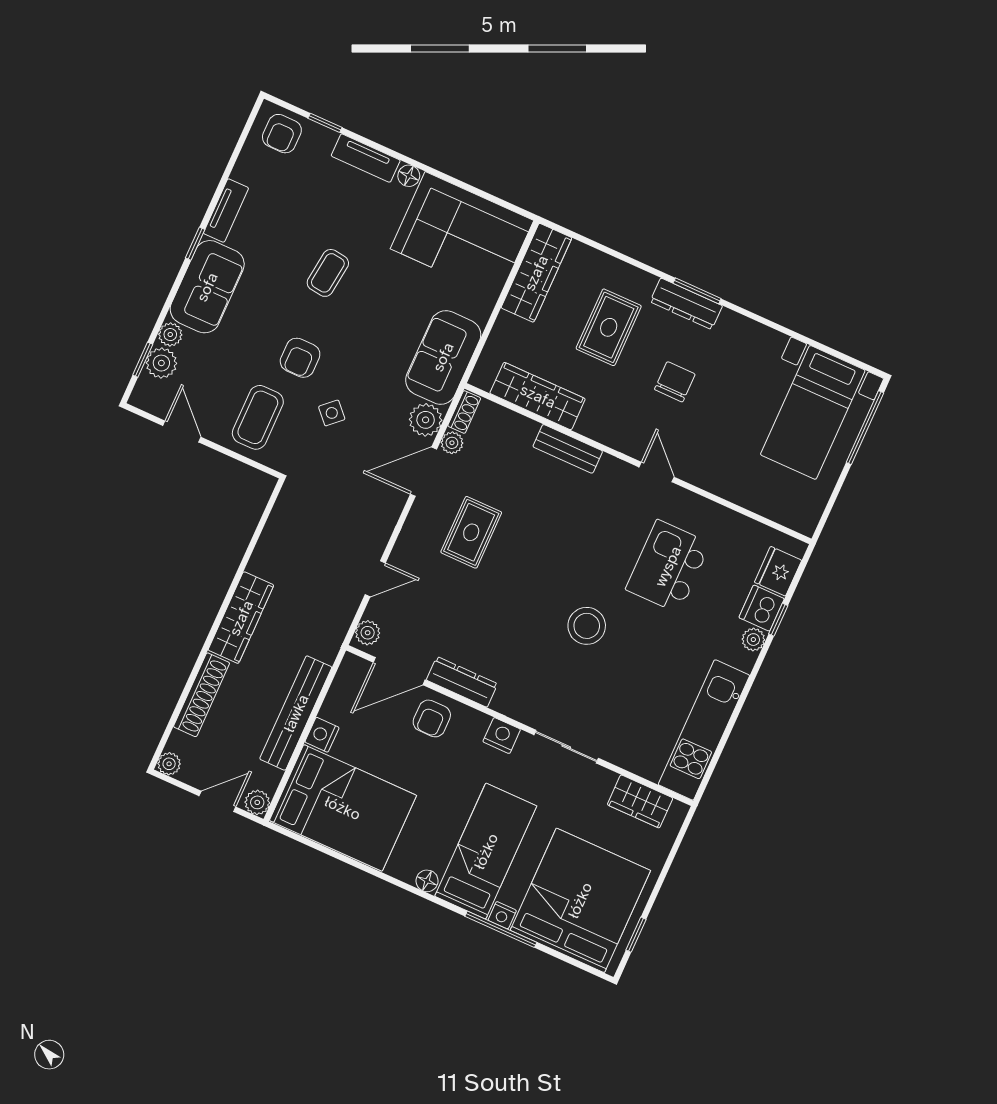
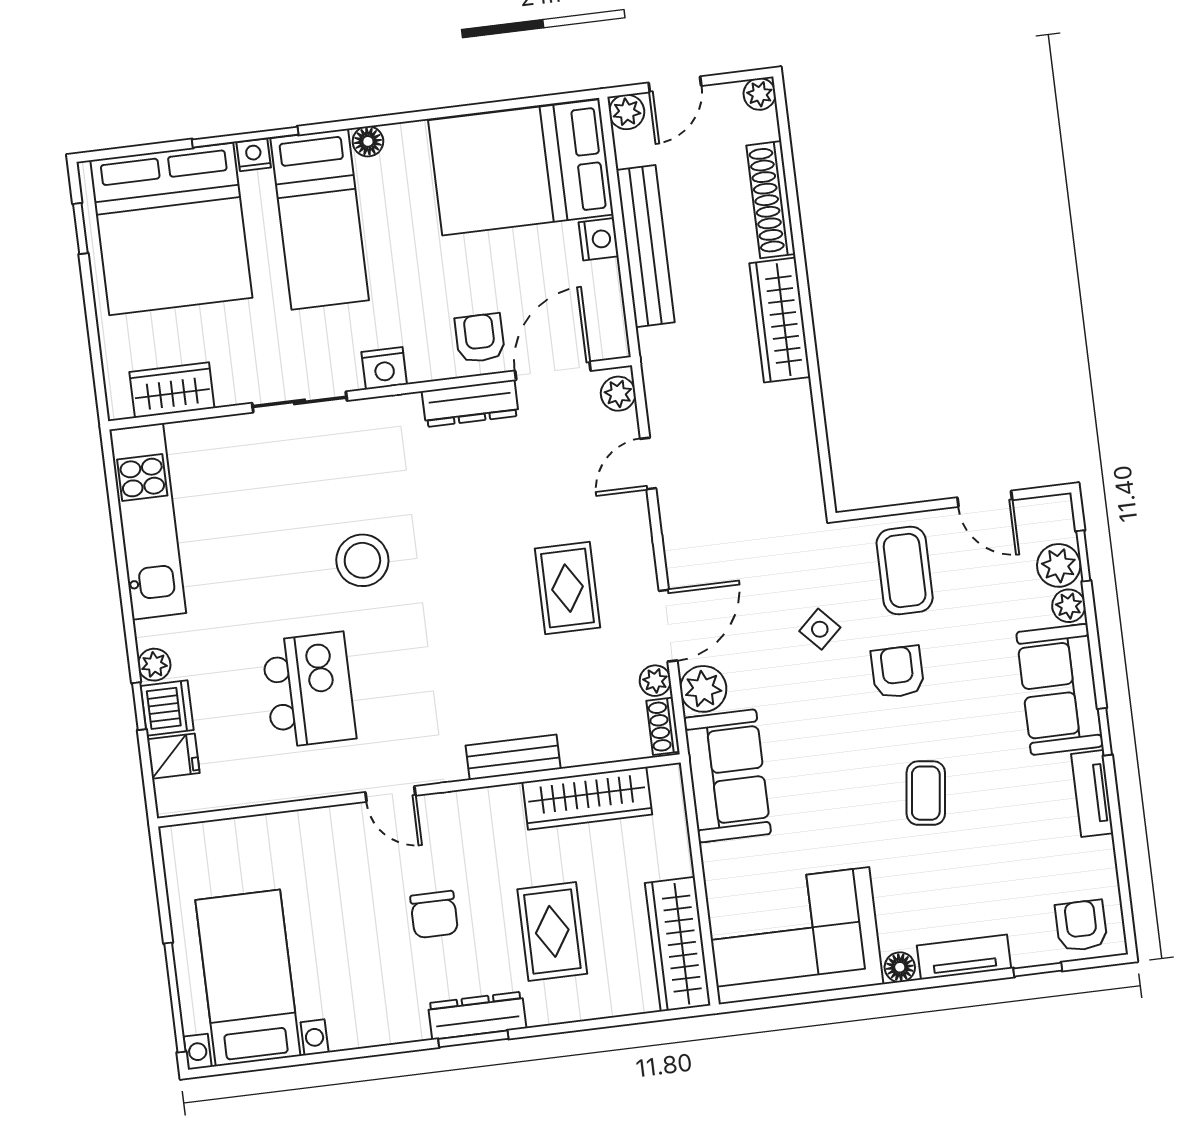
fridge: (778, 571) -> (173, 756), width x0.72

